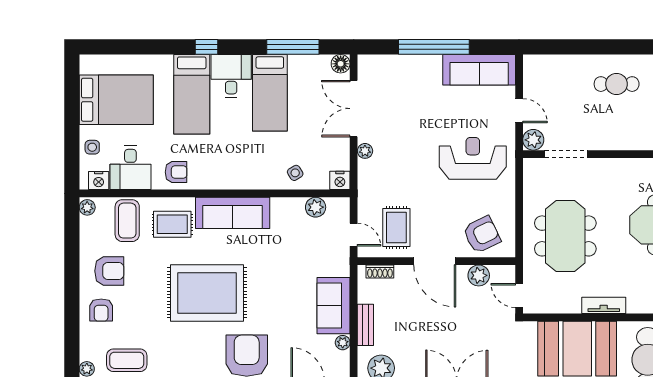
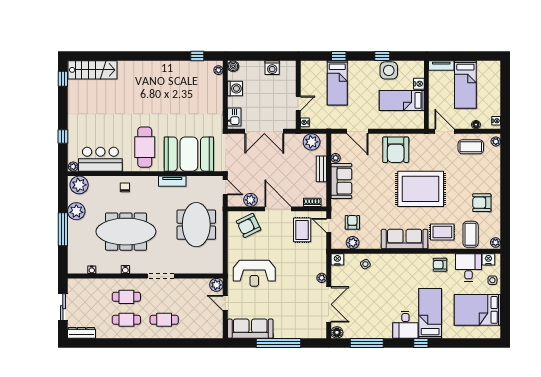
bed: (270, 93) -> (381, 314), removed
doorway: (566, 154) -> (161, 276), moved
armchair: (101, 310) -> (352, 222), moved

